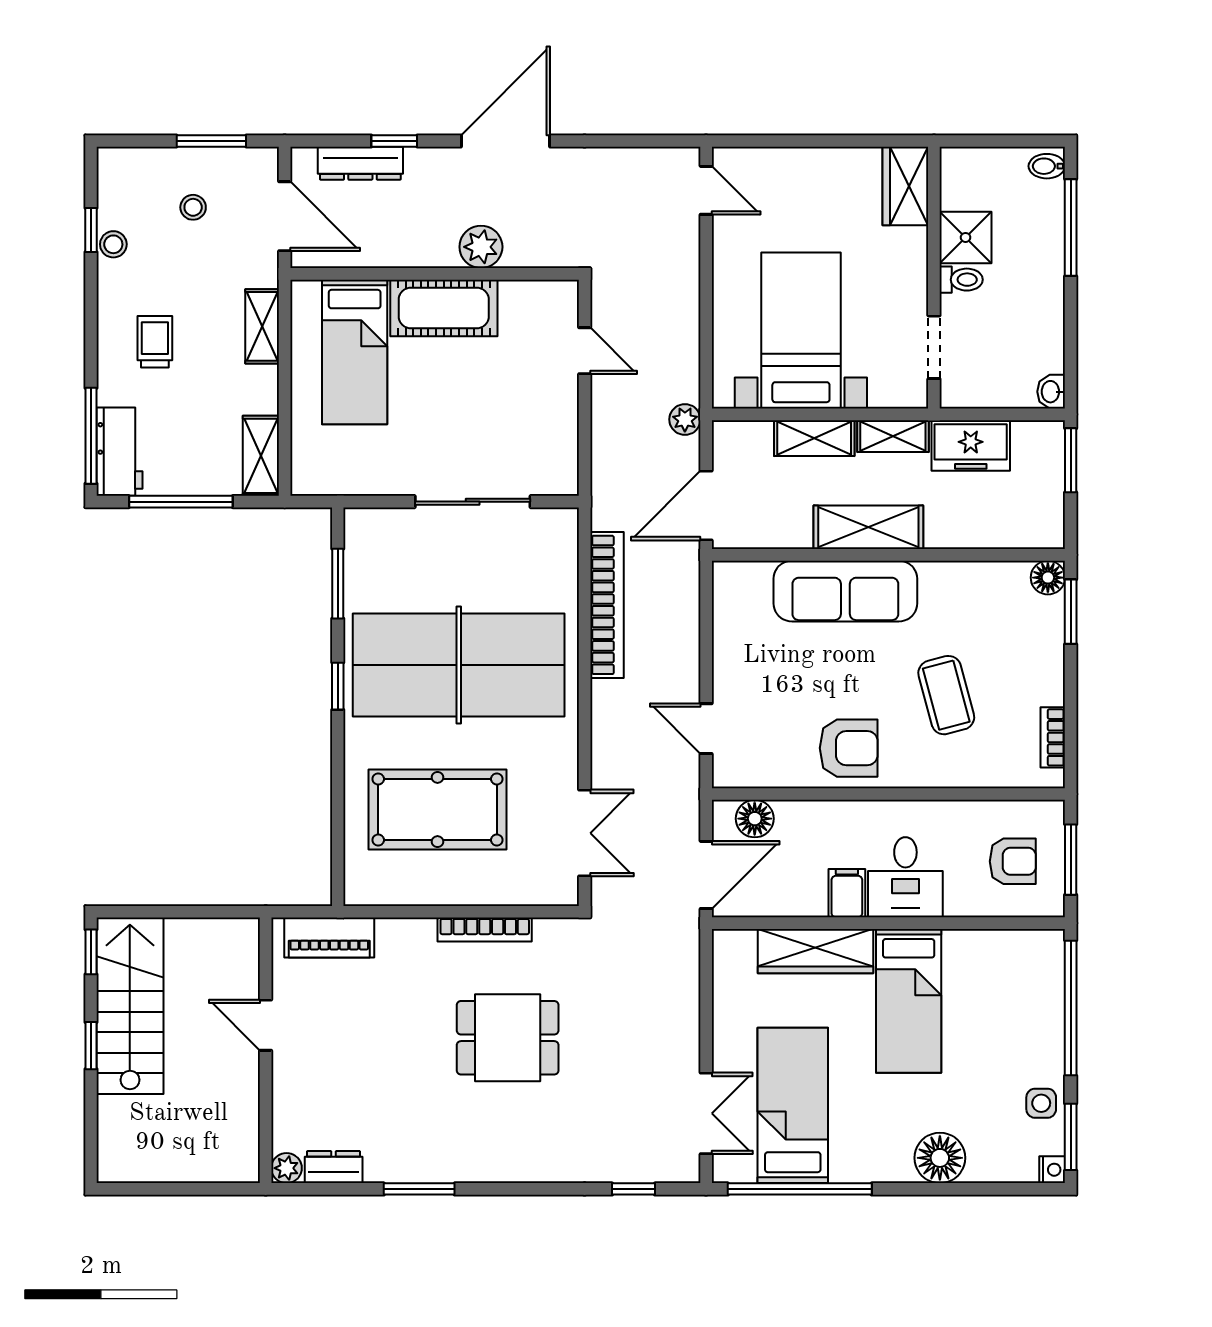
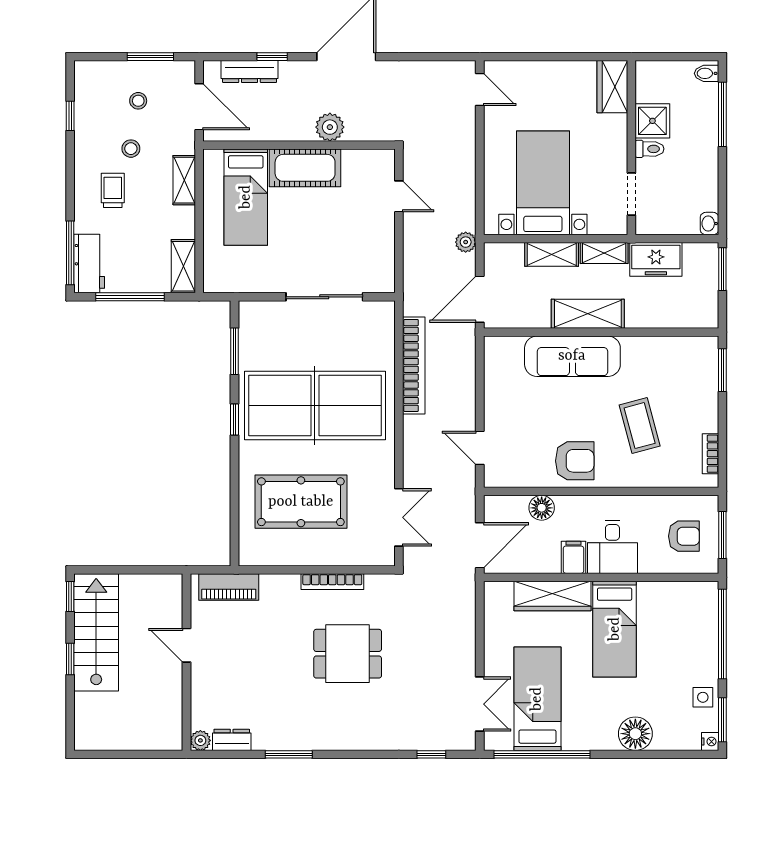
stool: (113, 244) -> (131, 149), moved
floor lamp: (1048, 578) -> (707, 347), removed
floor lamp: (755, 819) -> (542, 508), moved

